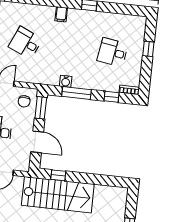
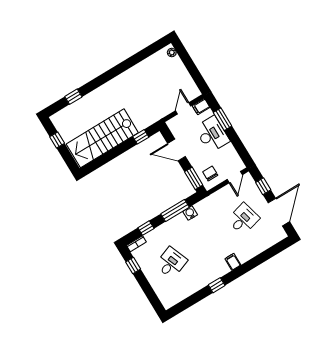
desk: (26, 43) -> (243, 219), turned -39
window: (148, 49) -> (133, 265), moved
desk: (113, 52) -> (171, 263), turned -30
stairs: (58, 195) -> (102, 138), moved

